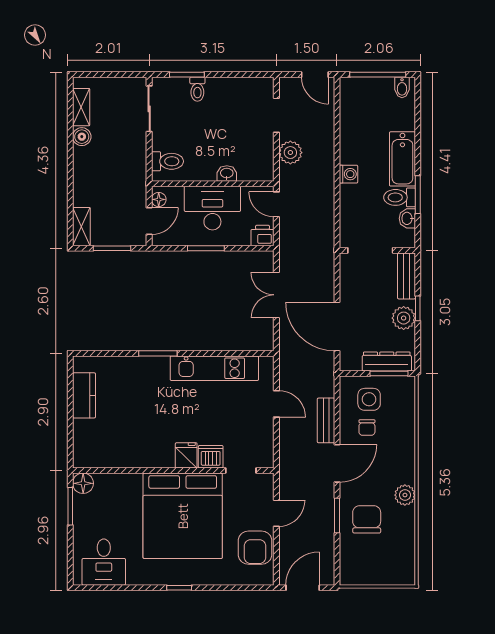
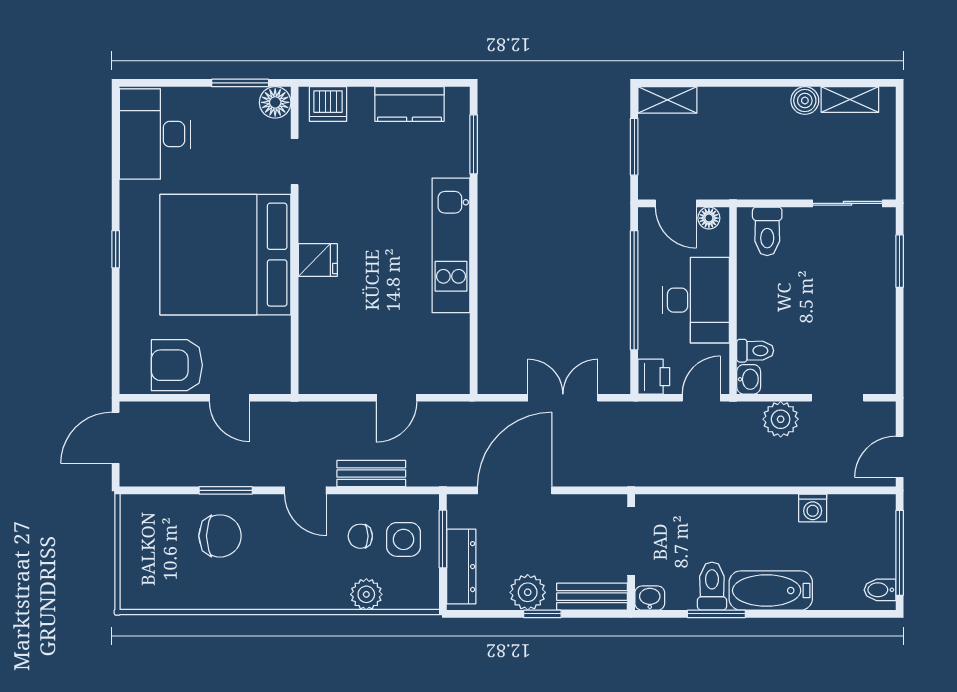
toilet: (197, 89) -> (755, 351), moved, turned 180
washbasin: (227, 173) -> (749, 379), moved
washing machine: (348, 174) -> (813, 508), moved
washbasin: (407, 218) -> (650, 598), moved
window: (206, 248) -> (634, 290), width x2.11
window: (158, 353) -> (474, 144), moved
kitchen unit: (214, 368) -> (451, 245), moved
window: (389, 374) -> (443, 539), moved
dishwasher: (211, 457) -> (328, 104), moved, turned 90
door: (337, 463) -> (305, 490), width x0.73
doorway: (241, 471) -> (295, 162), moved
plant: (405, 495) -> (366, 594), moved
desk: (104, 562) -> (155, 134), width x1.37
door: (303, 588) -> (116, 438), swing flipped

